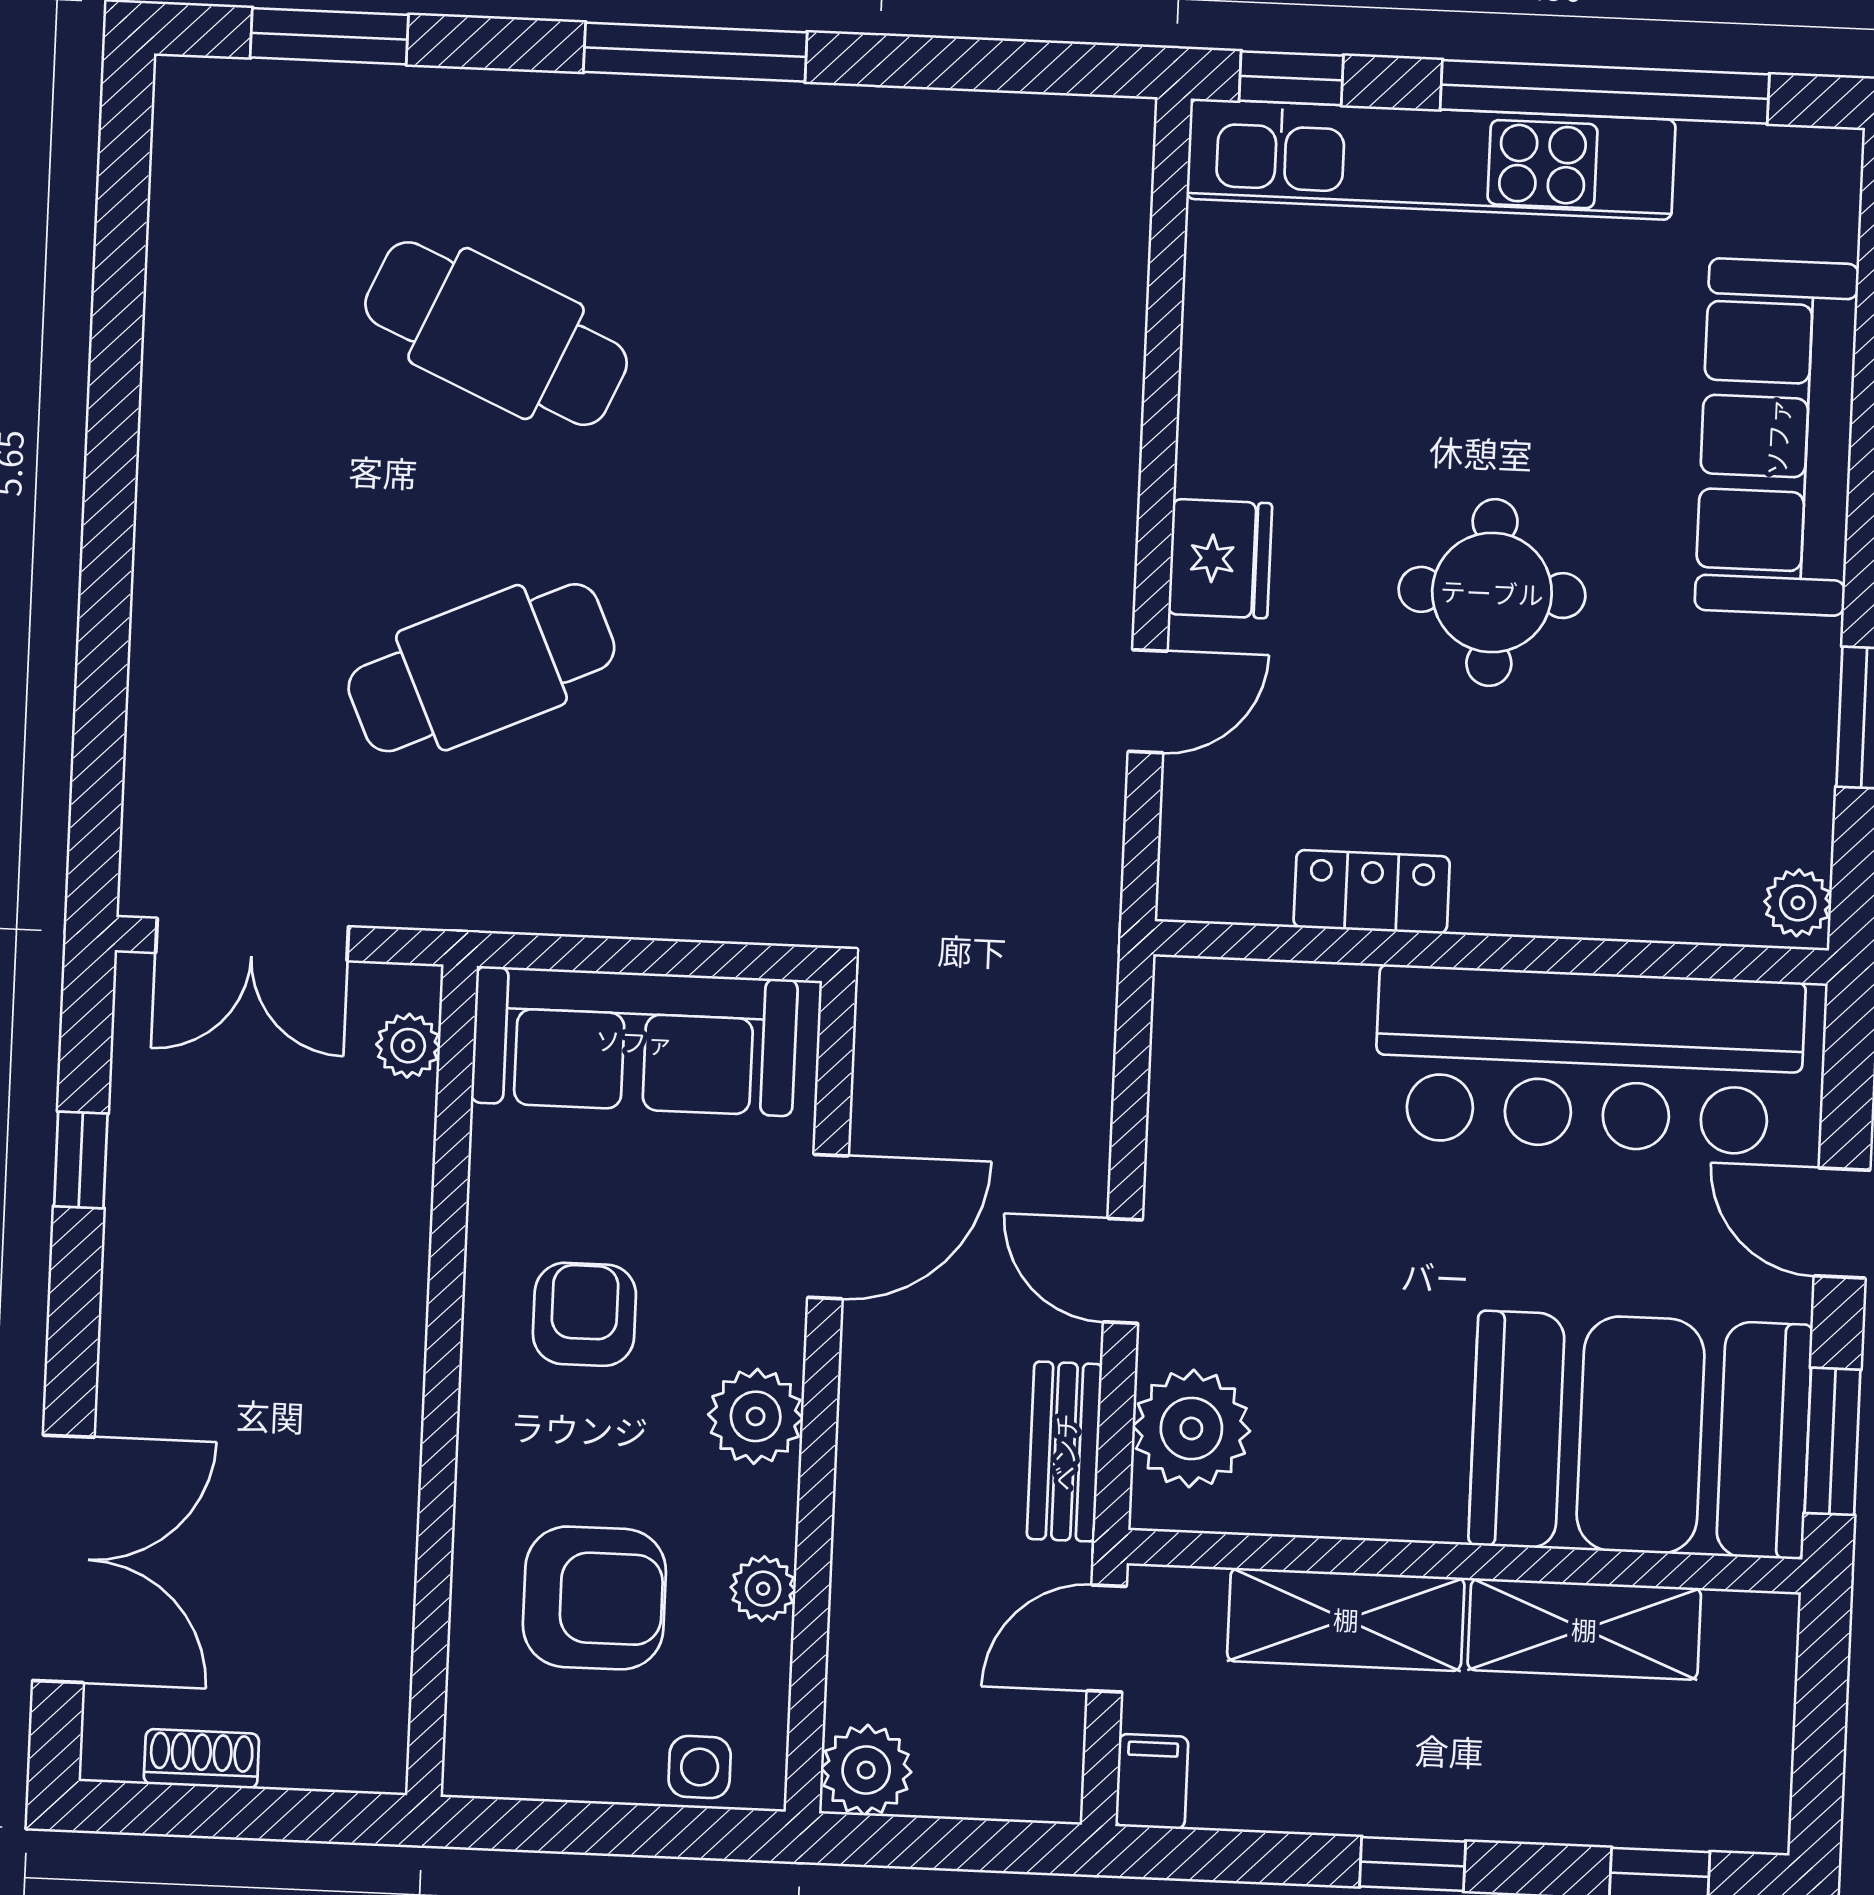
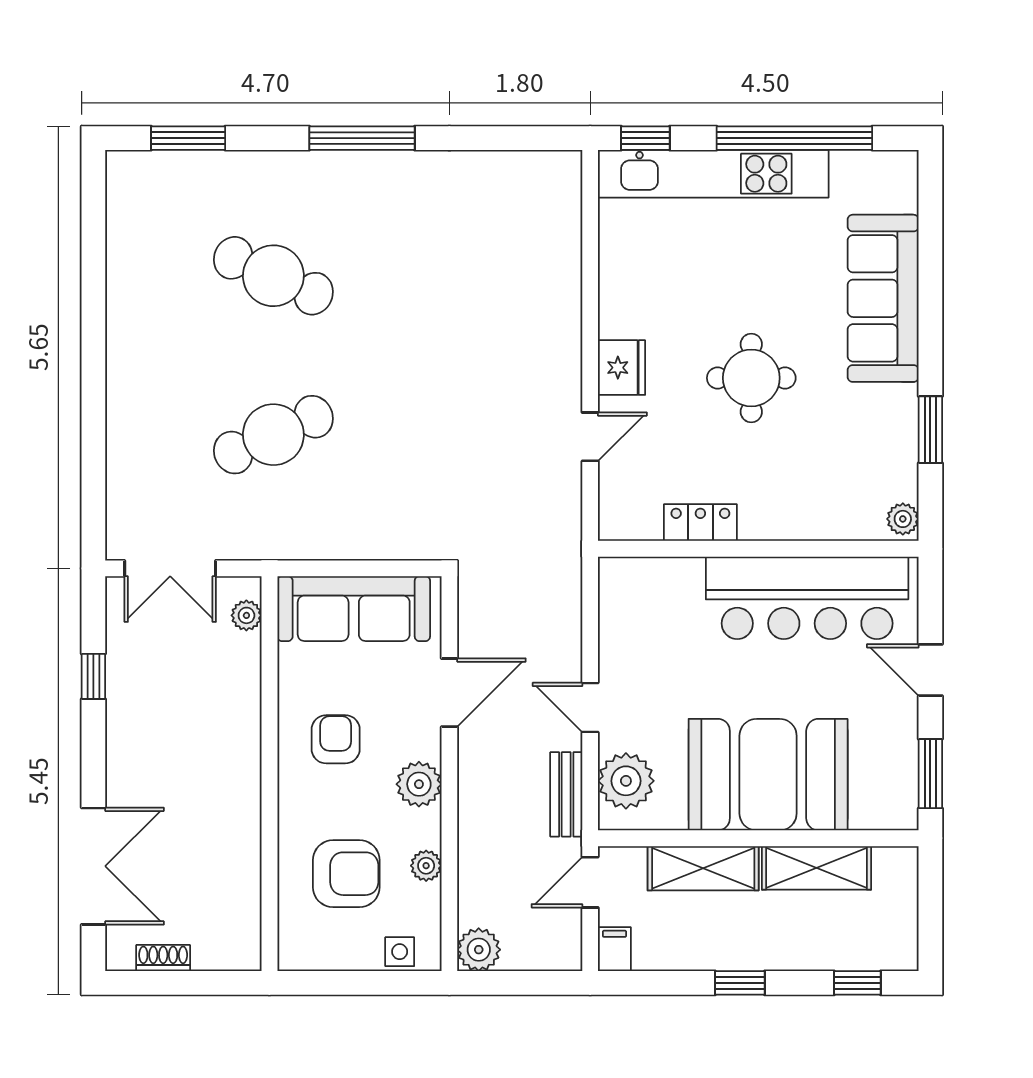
booth: (1640, 1435) -> (768, 775), moved

